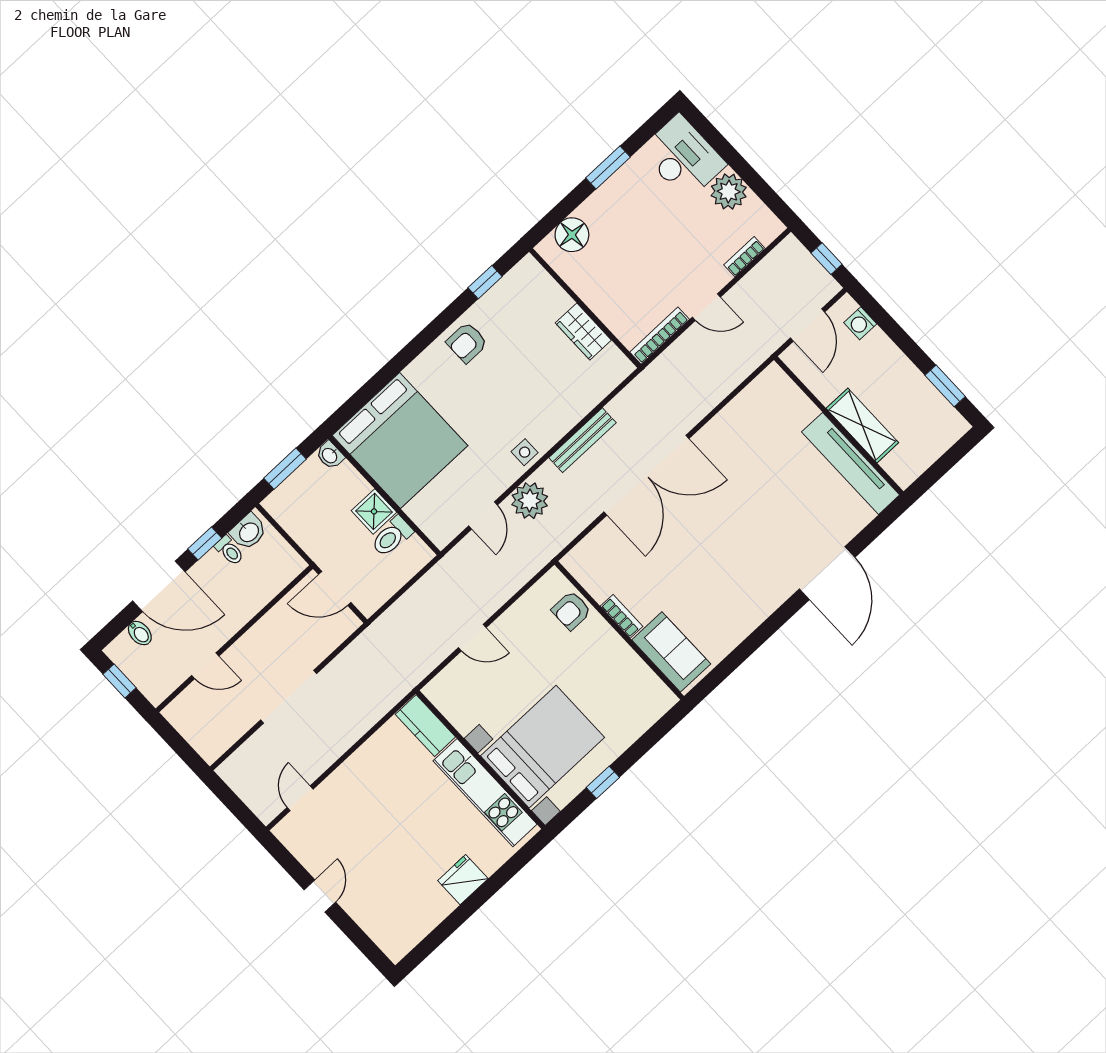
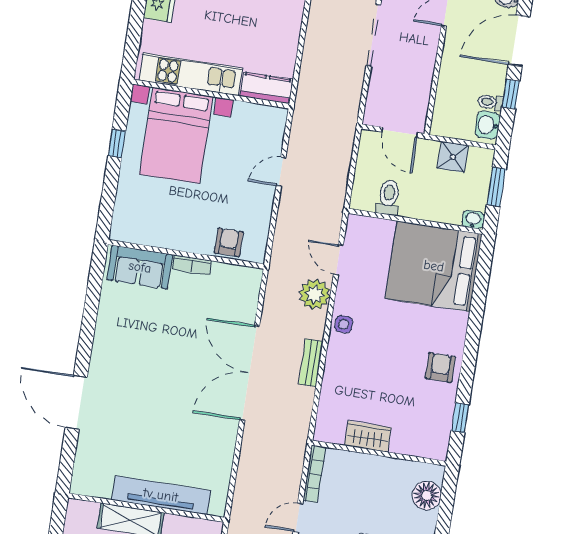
bench: (582, 440) -> (311, 363), width x0.73
tv unit: (851, 463) -> (161, 495), moved
shower: (374, 511) -> (453, 157), moved
door: (335, 588) -> (400, 132), swing flipped

